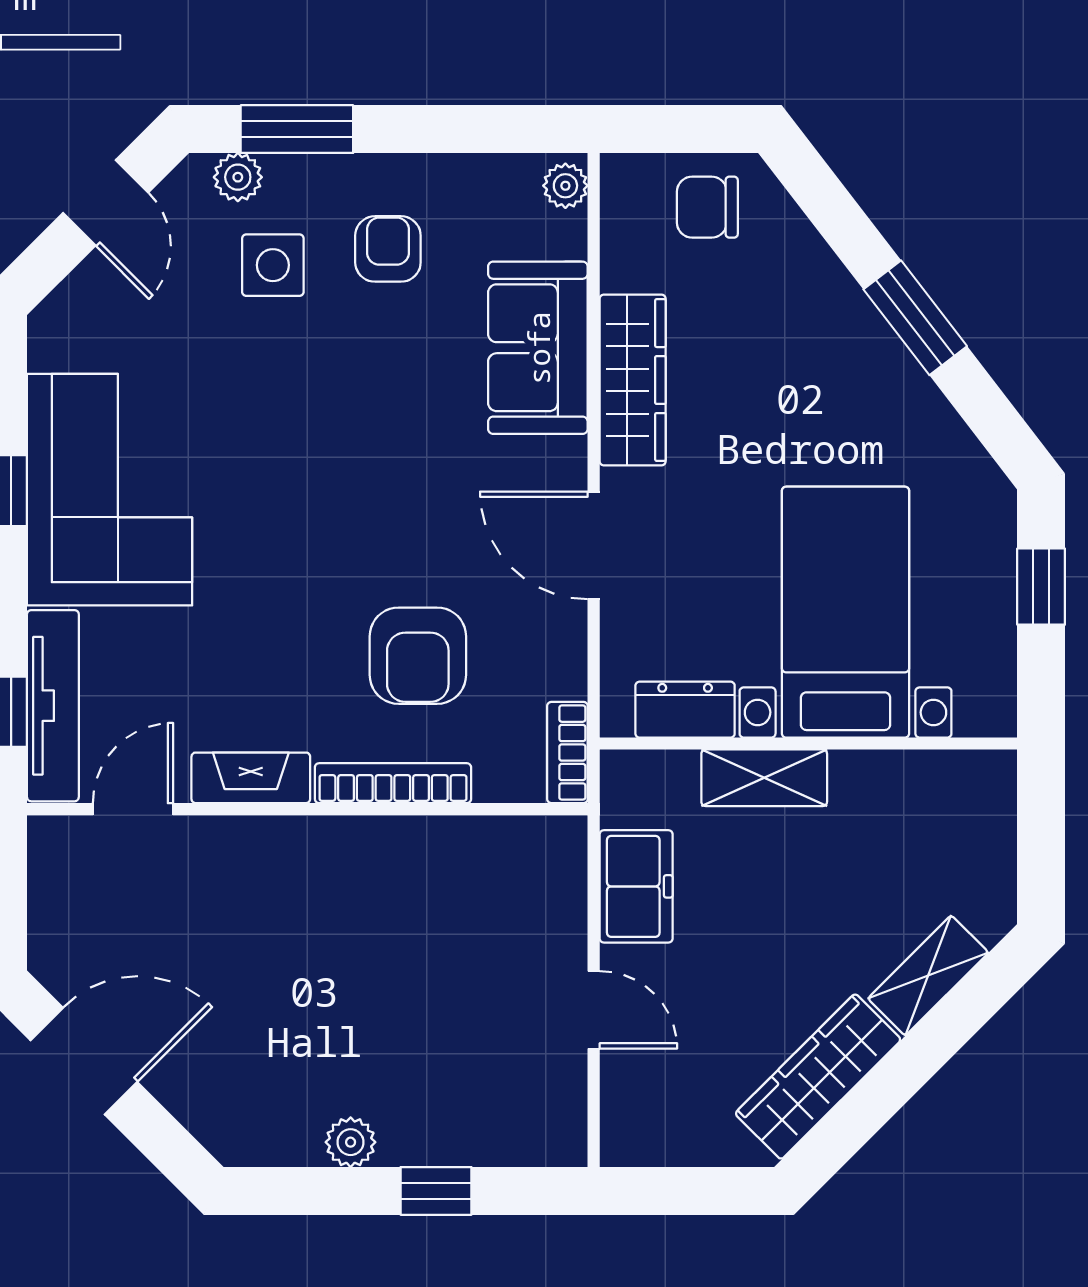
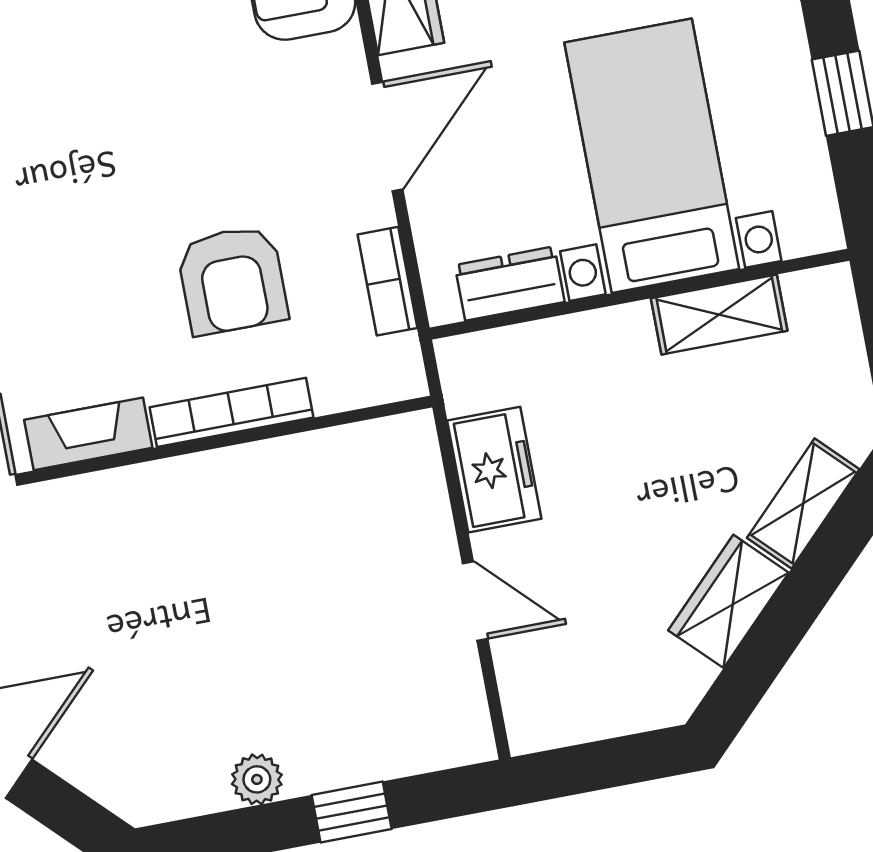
door: (594, 545) -> (387, 136), swing flipped
bookcase: (567, 753) -> (387, 281), moved
shelving: (764, 778) -> (719, 315), moved
wardrobe: (818, 1077) -> (728, 601), width x0.67

